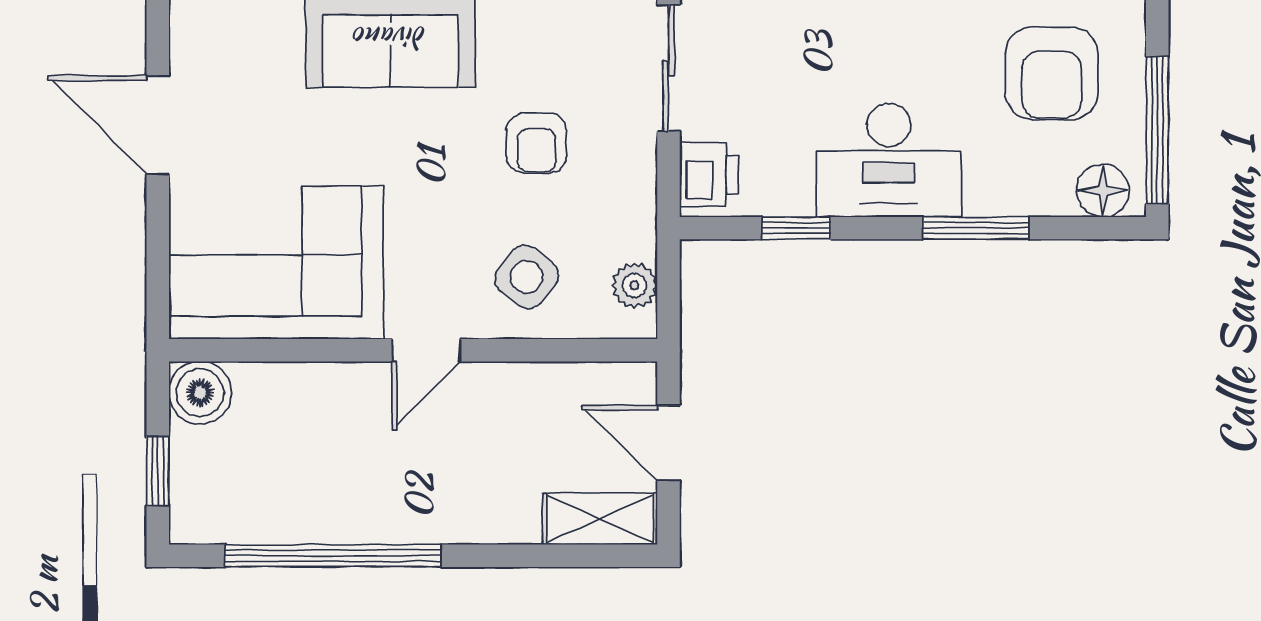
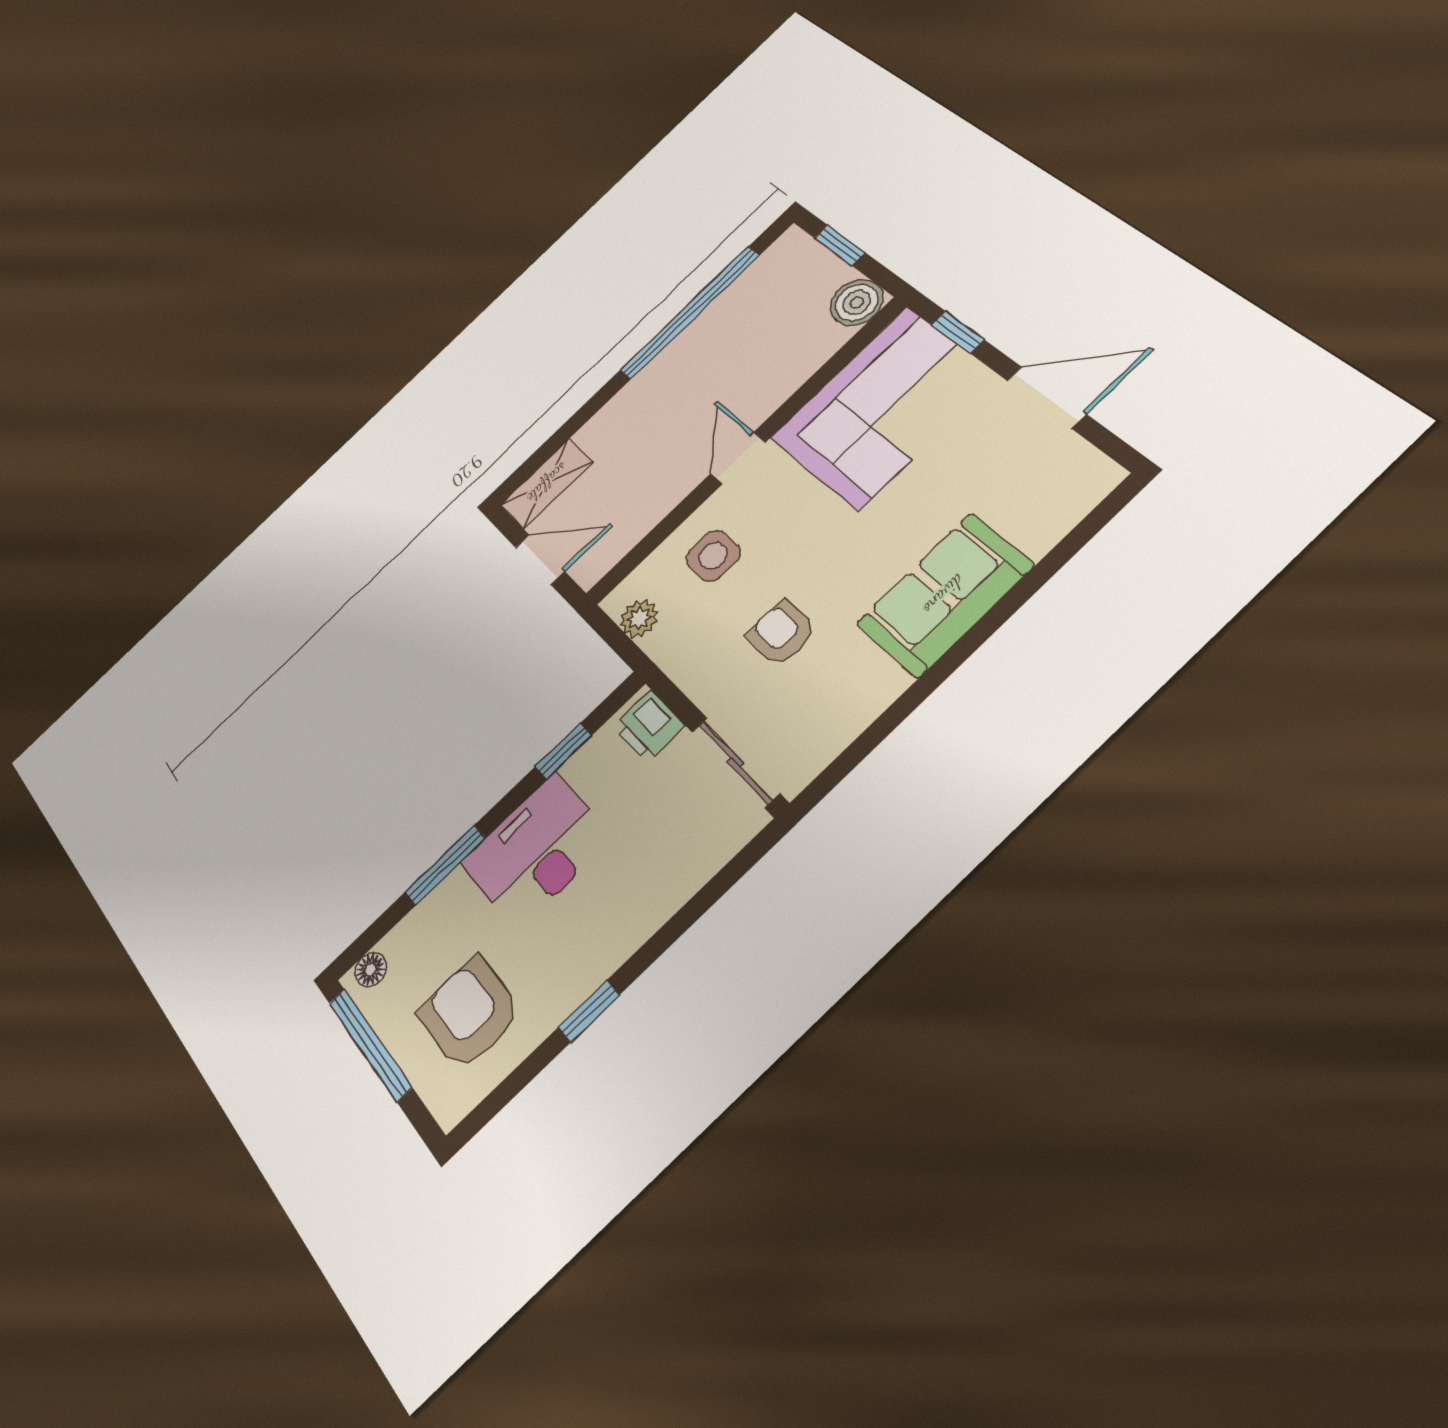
floor lamp: (1103, 191) -> (371, 969), width x0.73, depth x0.73
window: (158, 265) -> (958, 332), added
side table: (527, 277) -> (713, 556), turned -38

